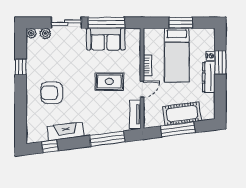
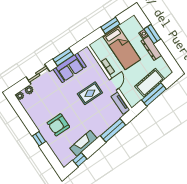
window: (106, 23) -> (63, 57), width x0.69
window: (21, 67) -> (39, 139), moved

